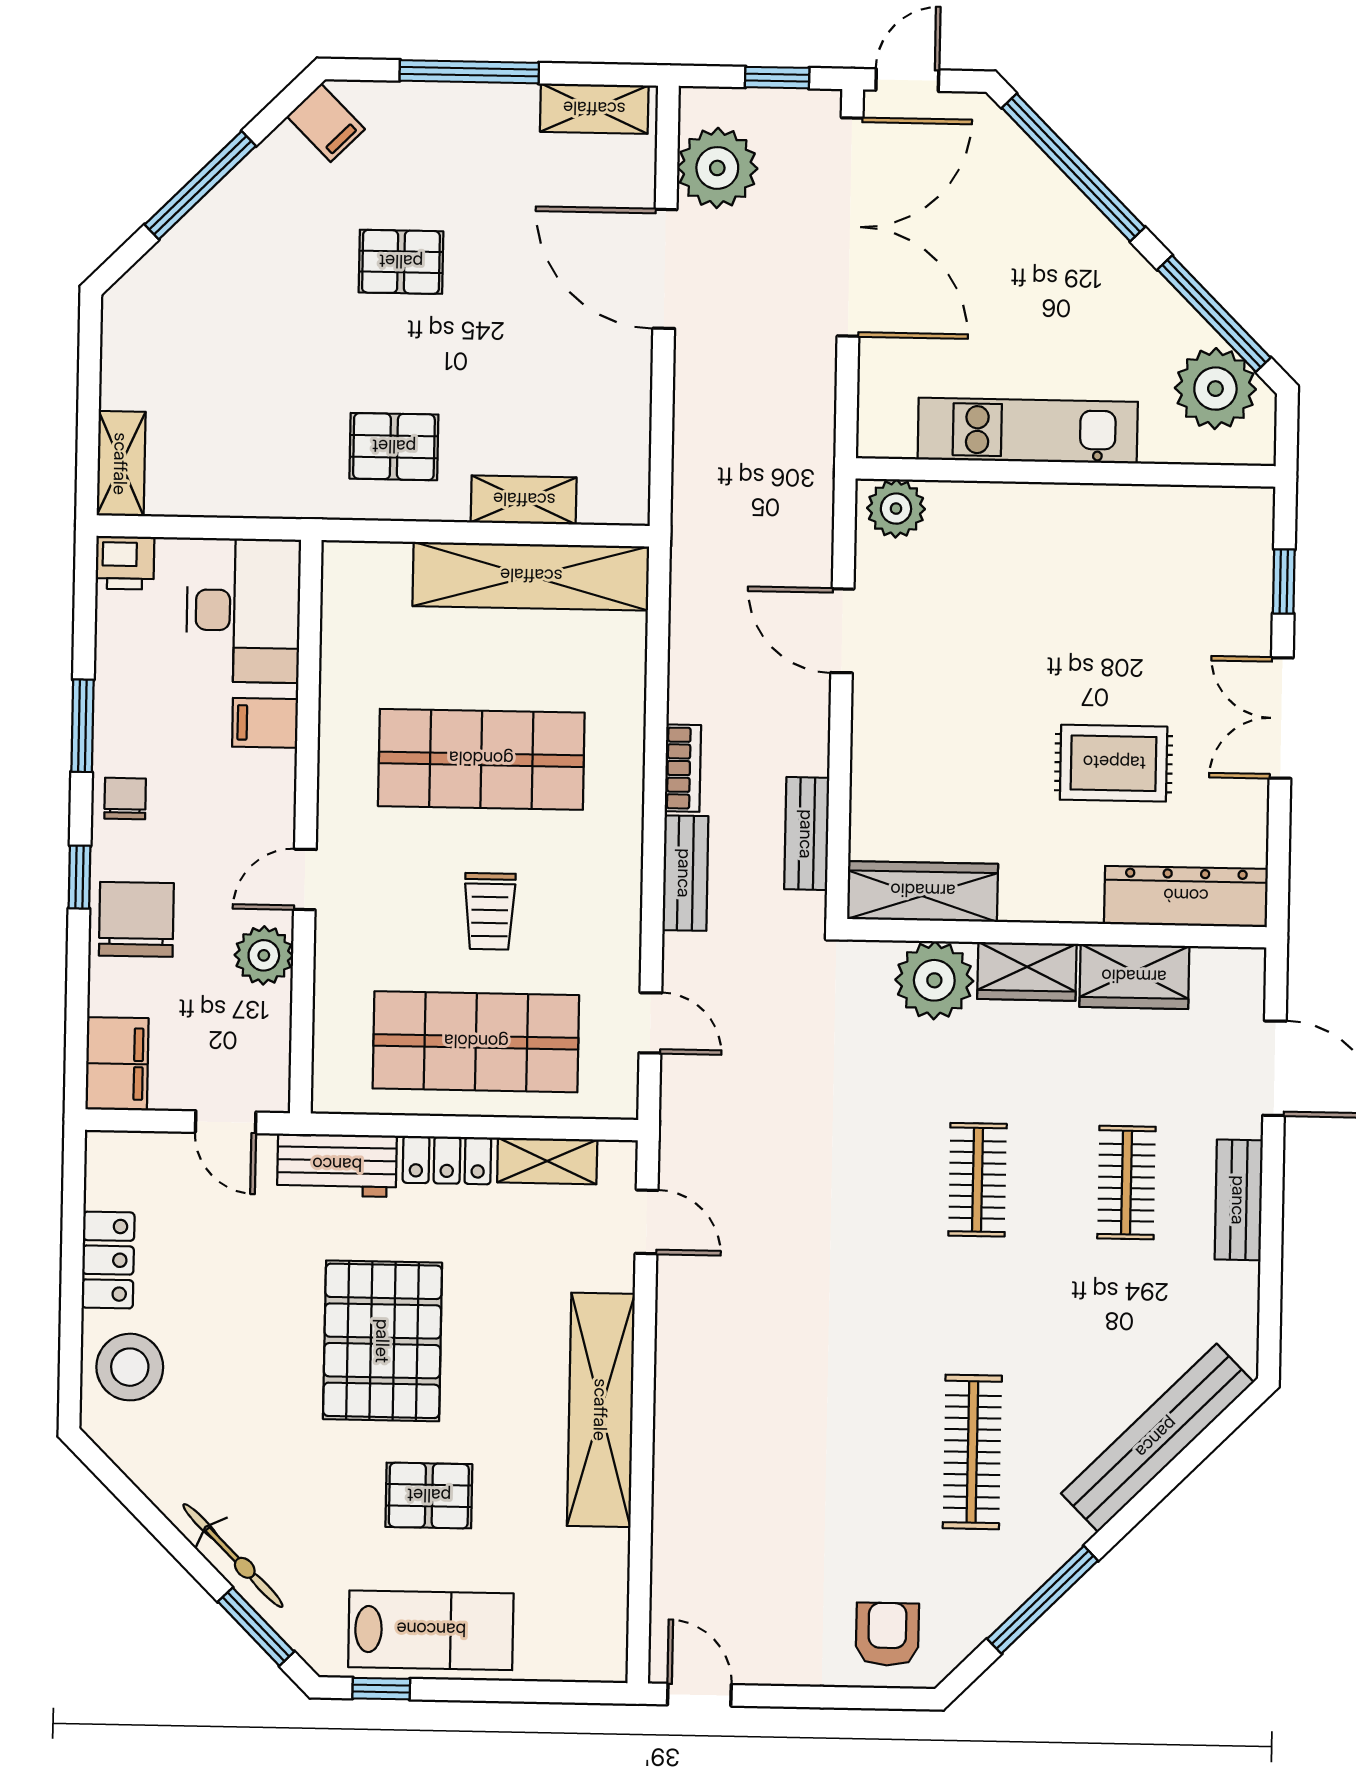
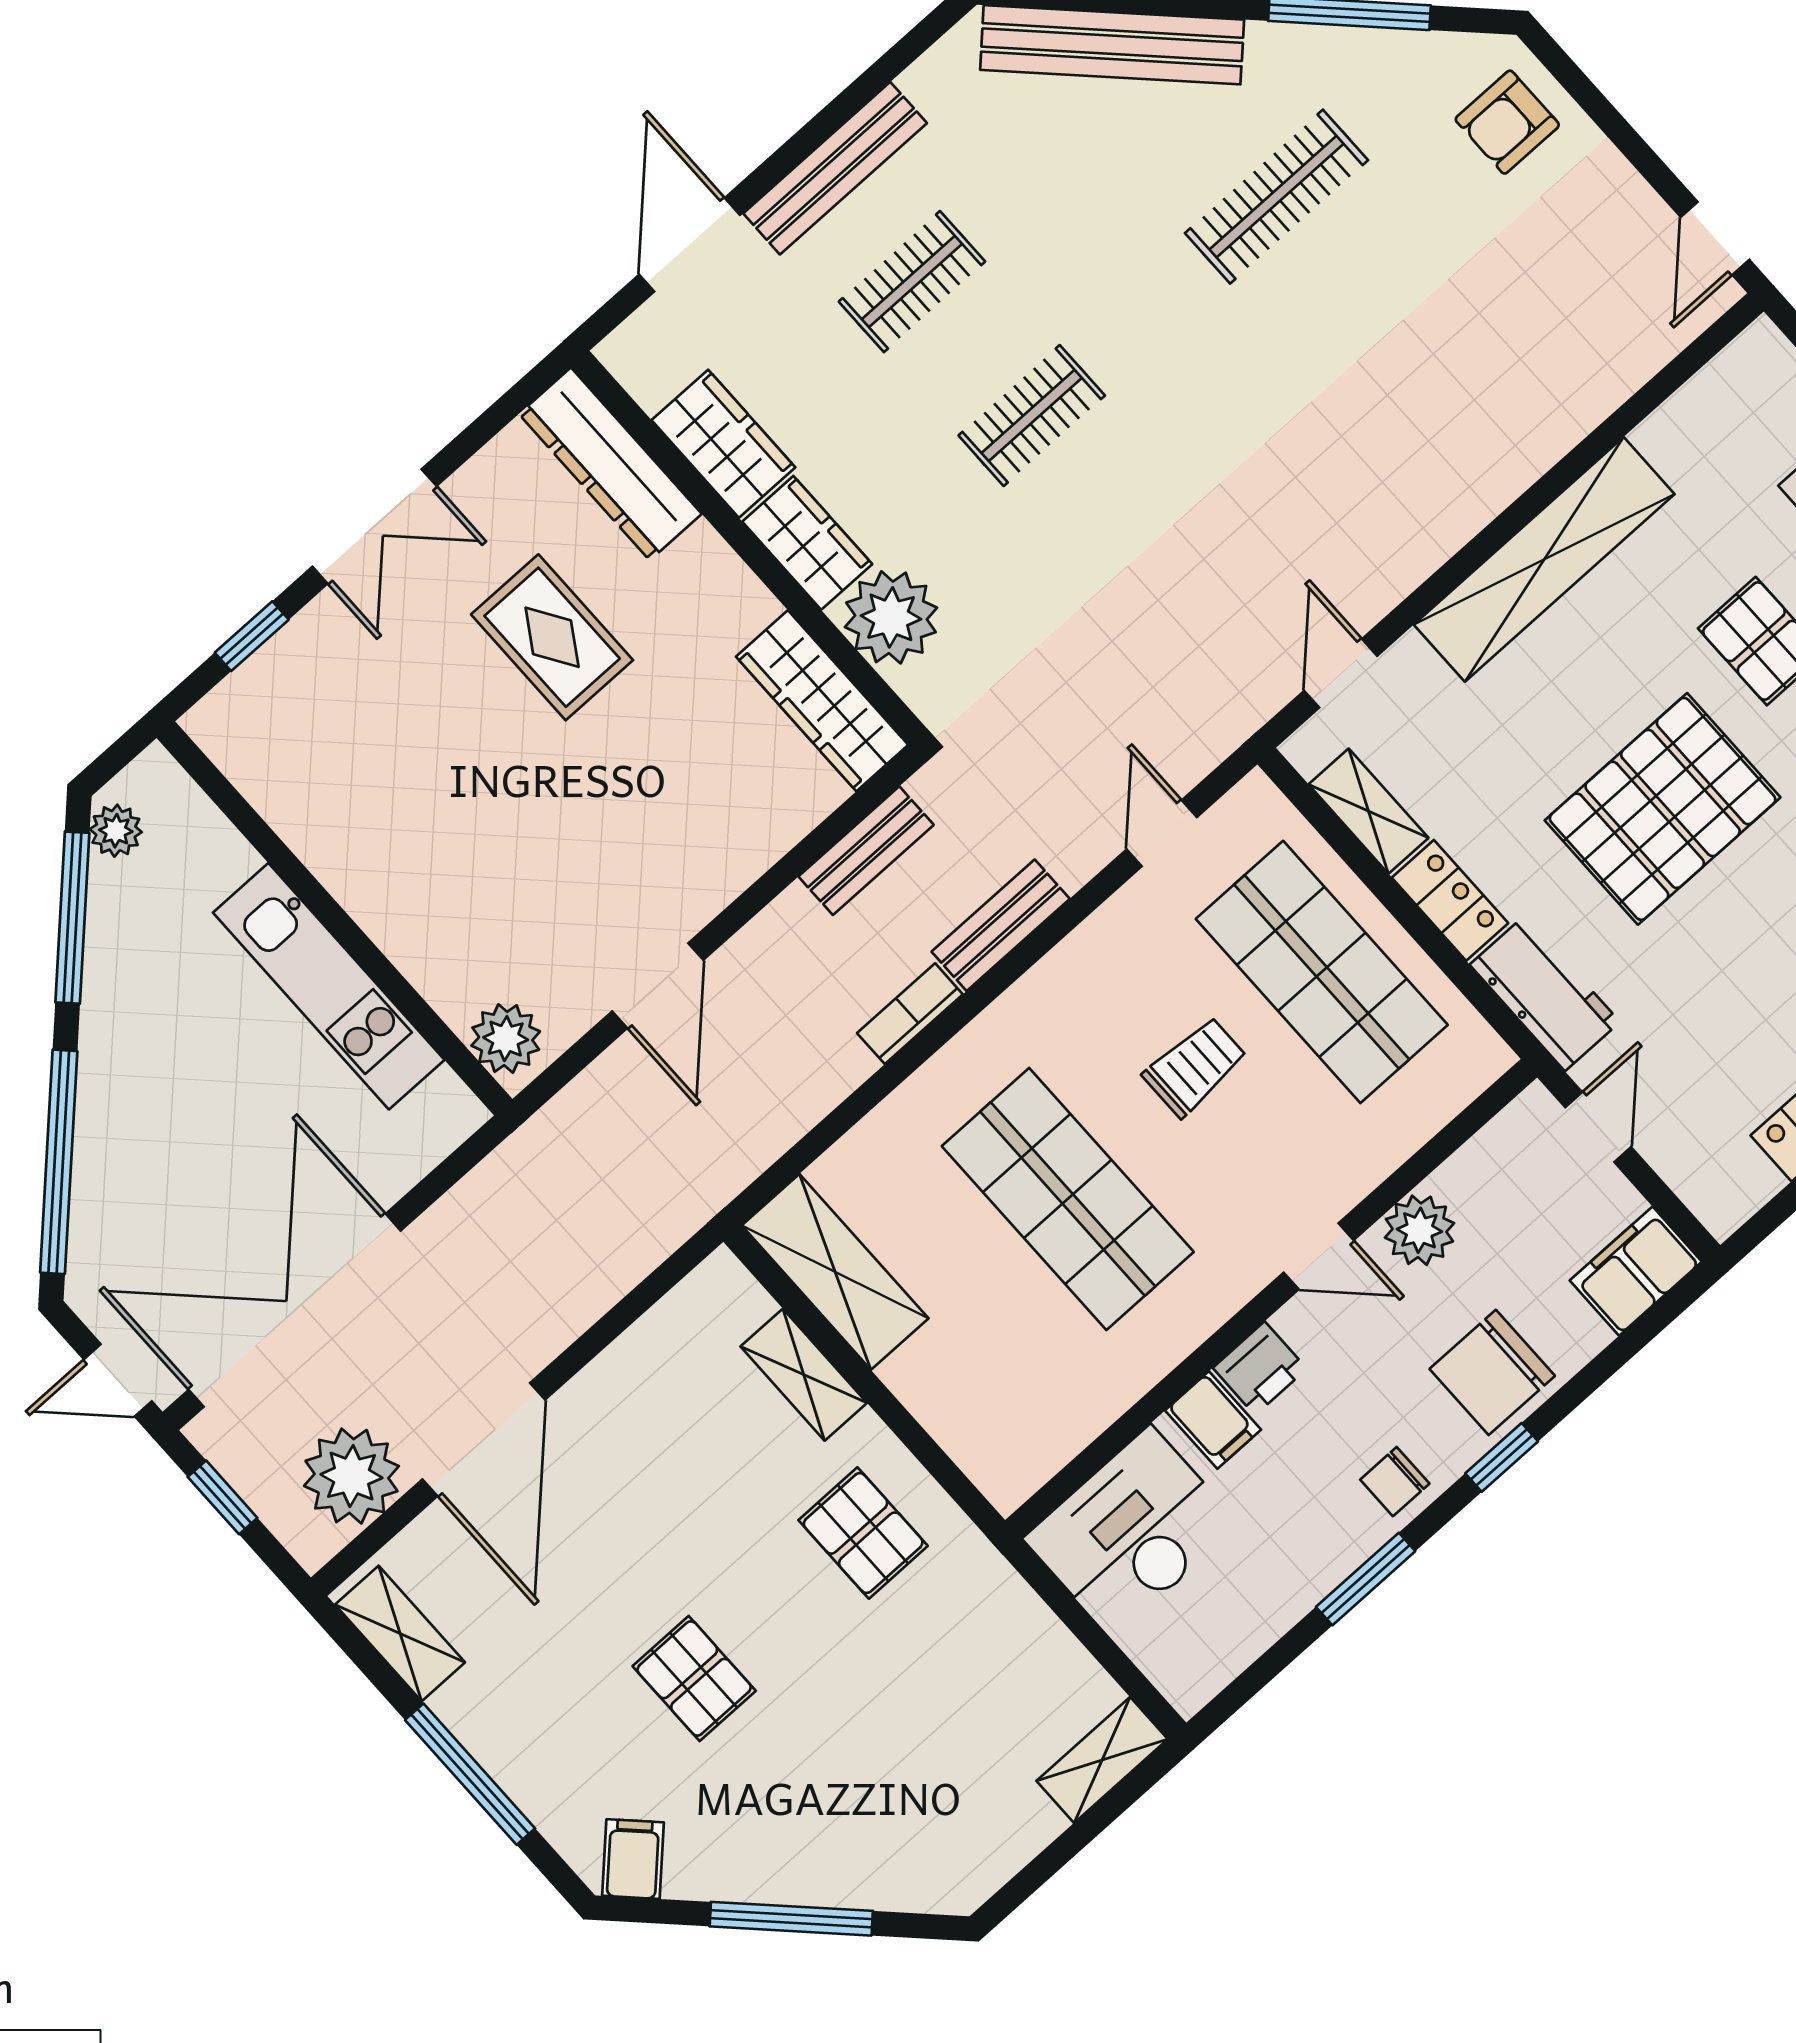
plant: (1215, 389) -> (116, 831), width x0.53, depth x0.53
printer: (125, 563) -> (1260, 1368), moved, turned 90
shelving: (531, 576) -> (835, 1272), width x0.68
bench: (1239, 1200) -> (835, 168), width x1.36

